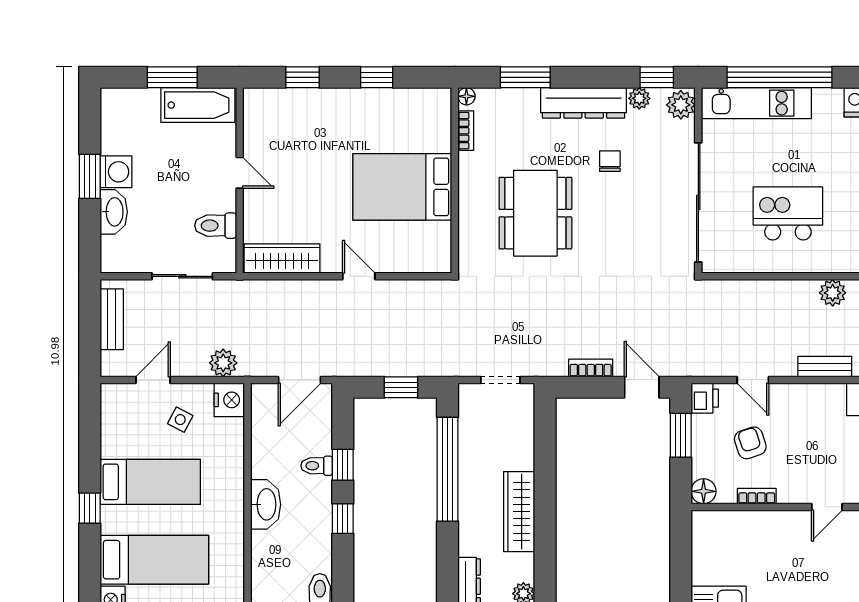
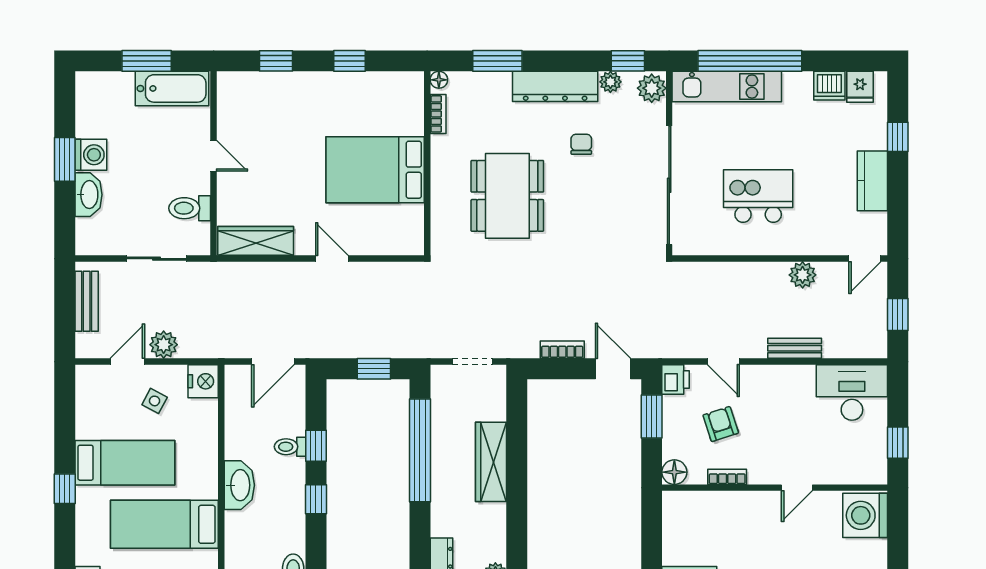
plant: (223, 363) -> (164, 345), moved
wardrobe: (519, 512) -> (491, 462), moved
bed: (154, 560) -> (164, 524), moved, turned 180

